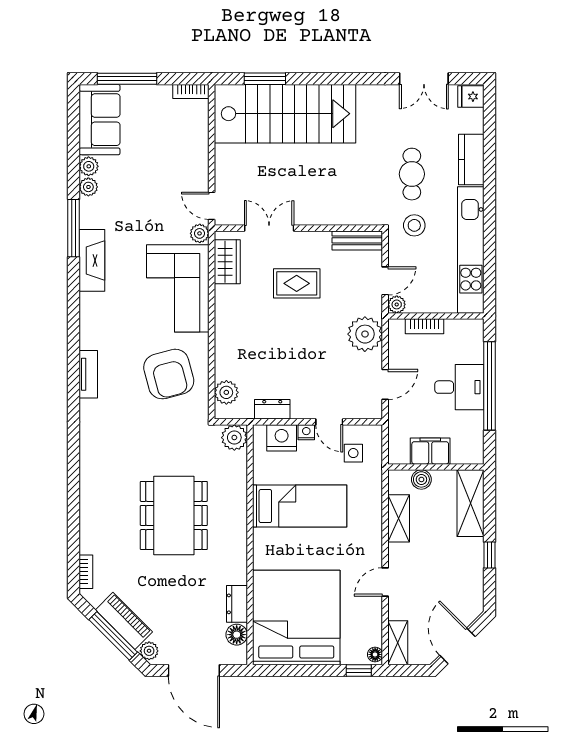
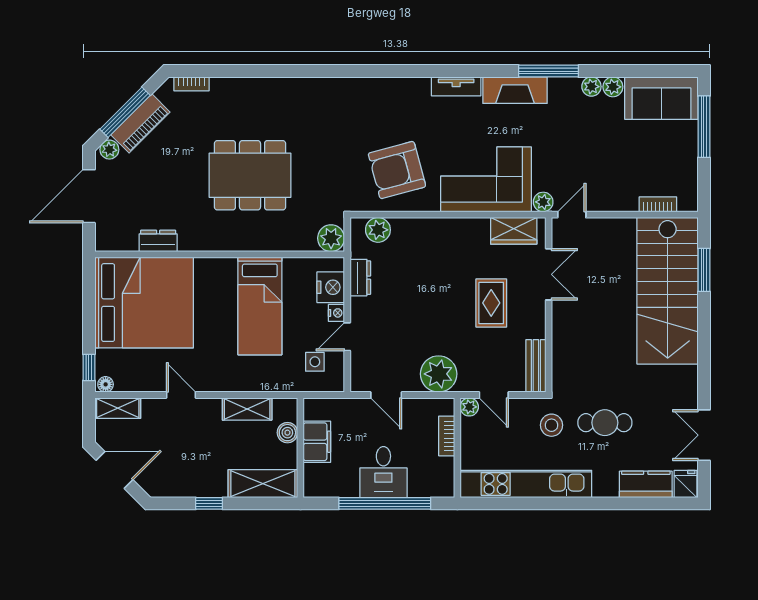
bookcase: (191, 92) -> (658, 204), moved, turned 90
kitchen counter: (471, 160) -> (646, 484), moved
tv unit: (88, 374) -> (456, 86), moved
floor lamp: (237, 635) -> (126, 241), removed

